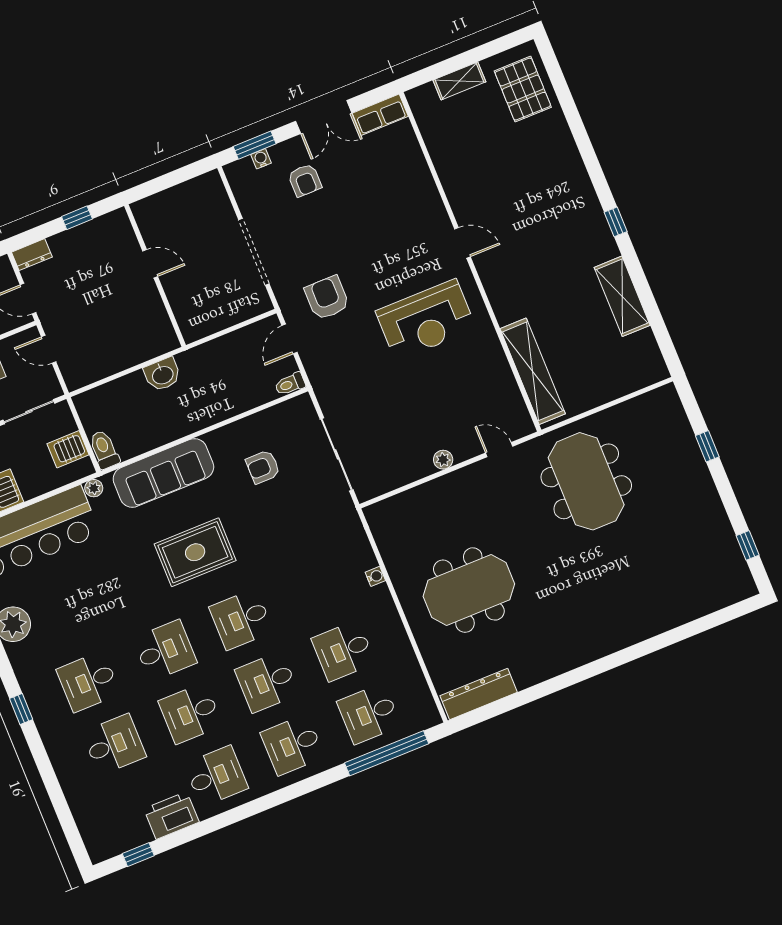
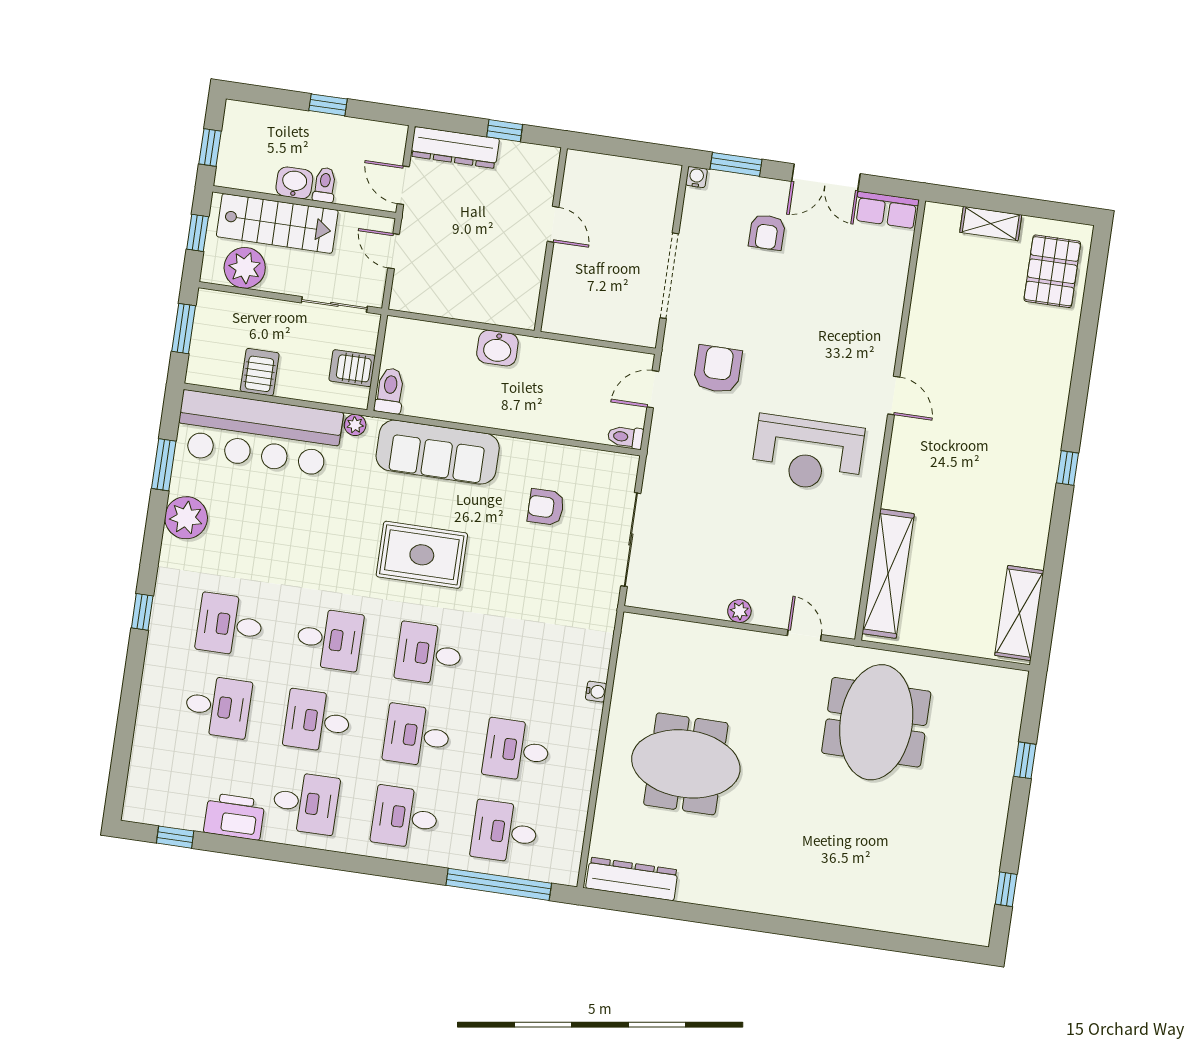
water cooler: (261, 159) -> (696, 177), moved
dresser: (32, 255) -> (455, 147), width x1.96, depth x1.24
shelving: (622, 296) -> (1019, 613), moved

